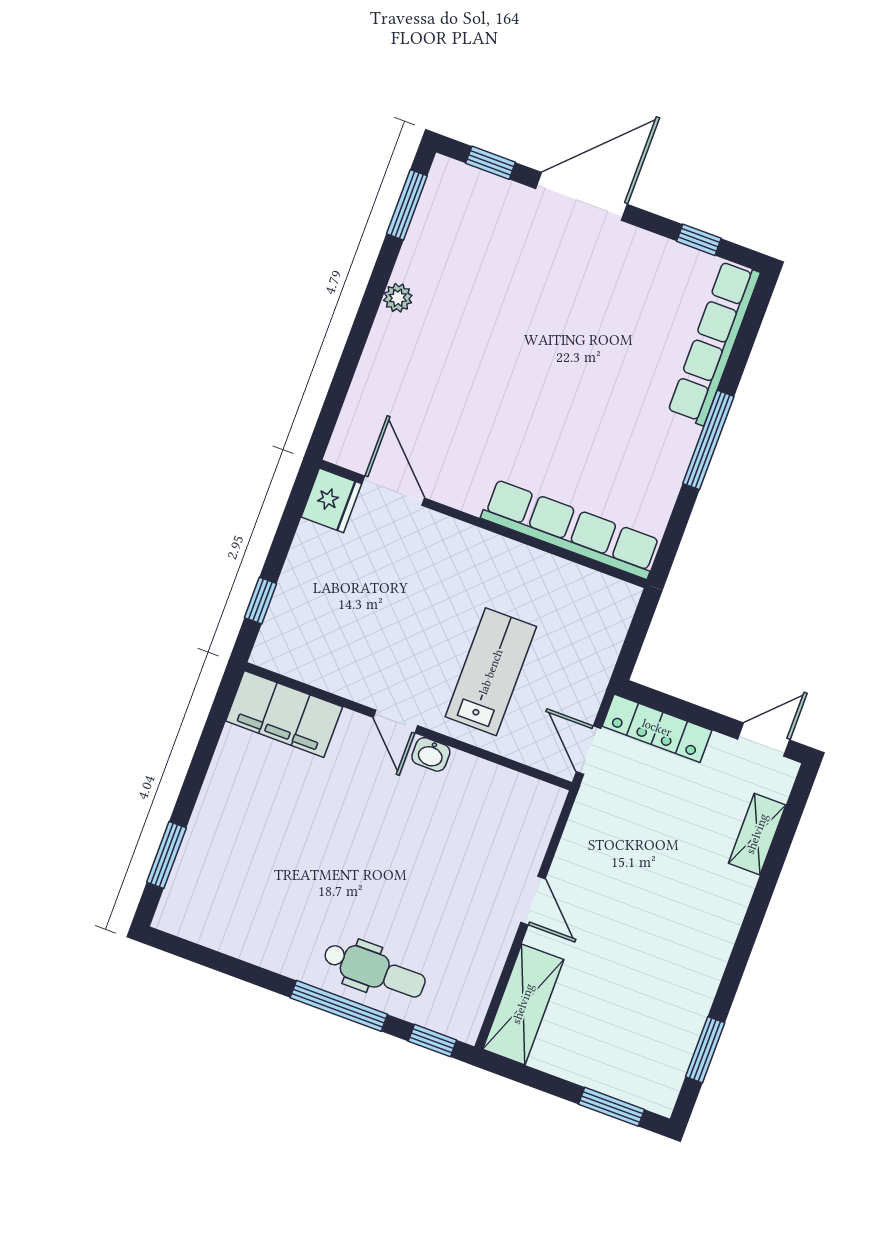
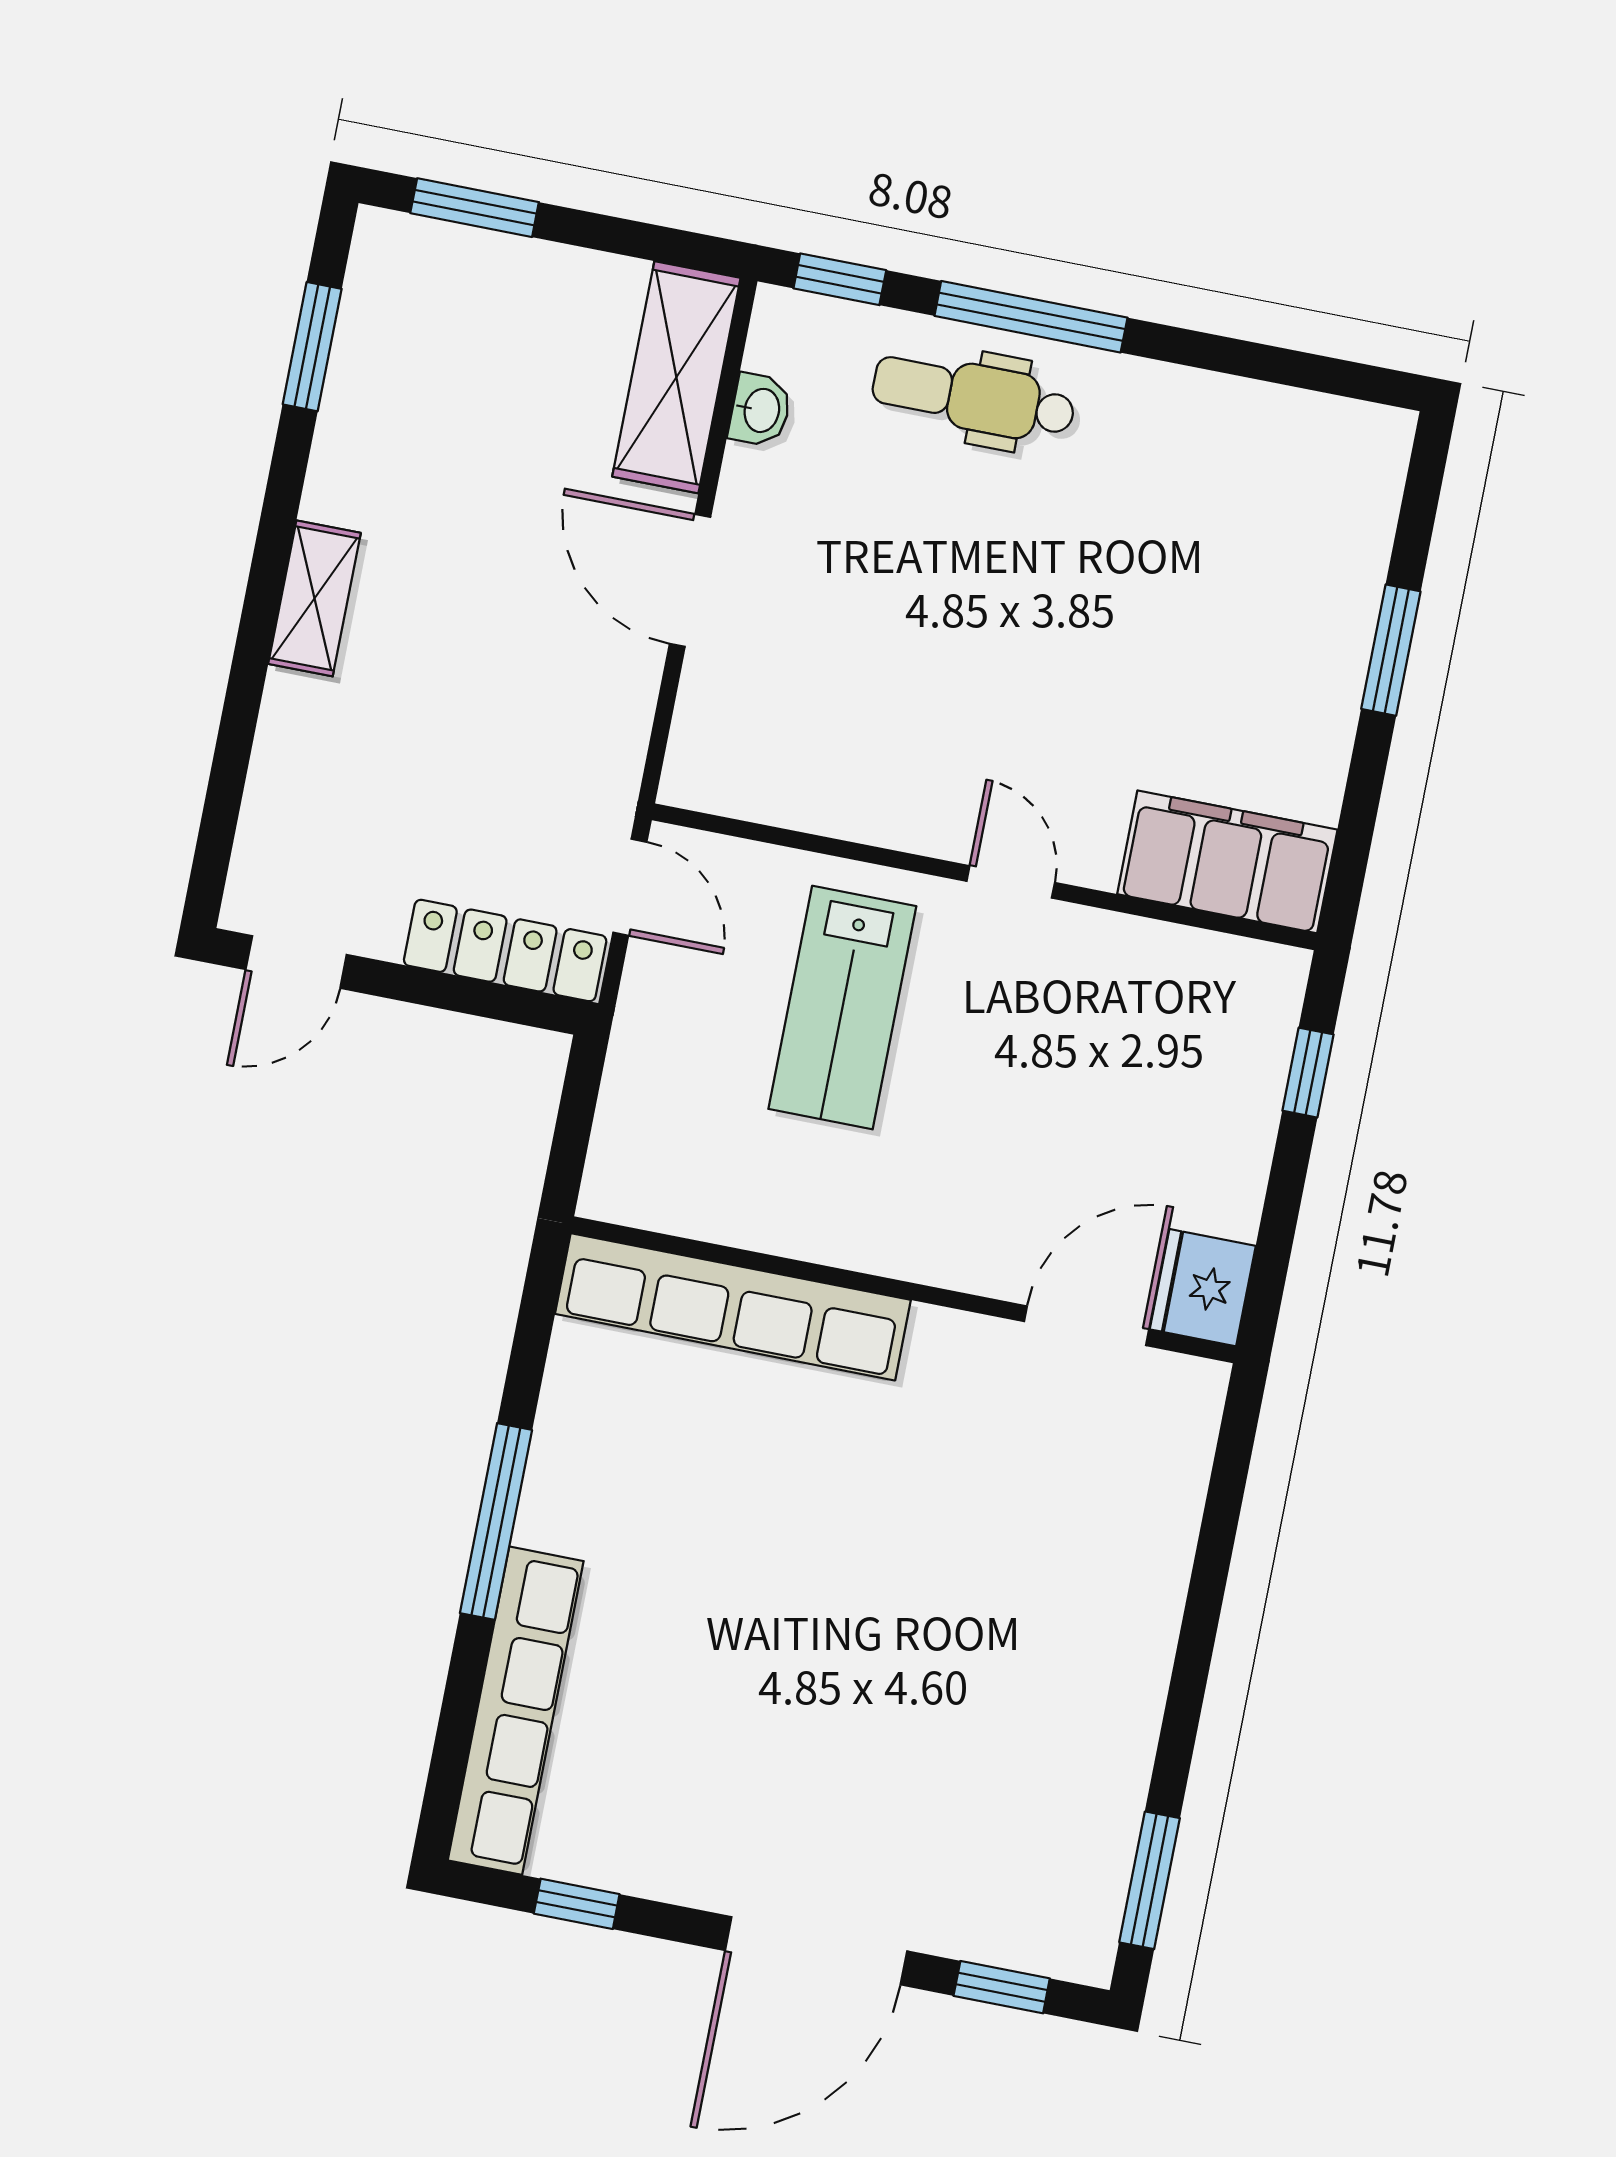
plant: (398, 298) -> (1138, 1698), removed
door: (393, 491) -> (1086, 1326), swing flipped
washbasin: (431, 754) -> (760, 410), moved, turned 90
shelving: (757, 834) -> (314, 598), moved
window: (166, 855) -> (1391, 650), moved
door: (533, 900) -> (690, 580), width x1.37

